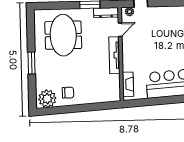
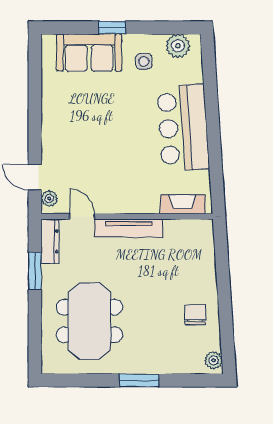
meeting table: (63, 35) -> (89, 321), turned 90
plant: (47, 99) -> (213, 360), width x0.53, depth x0.53

